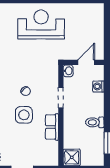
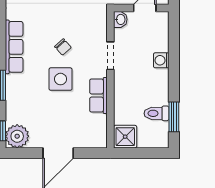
washing machine: (98, 86) -> (161, 60), moved
toilet: (95, 122) -> (156, 113), moved

